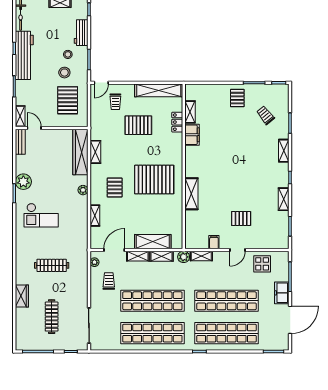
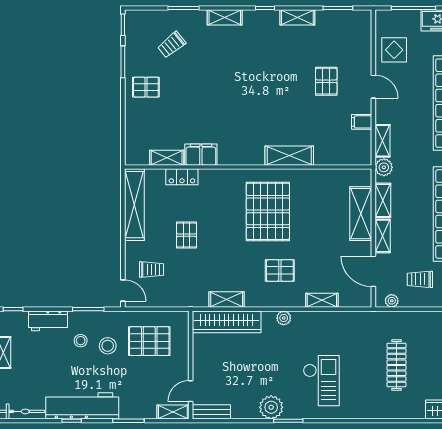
pallet: (138, 125) -> (187, 235), width x0.67, depth x0.71

